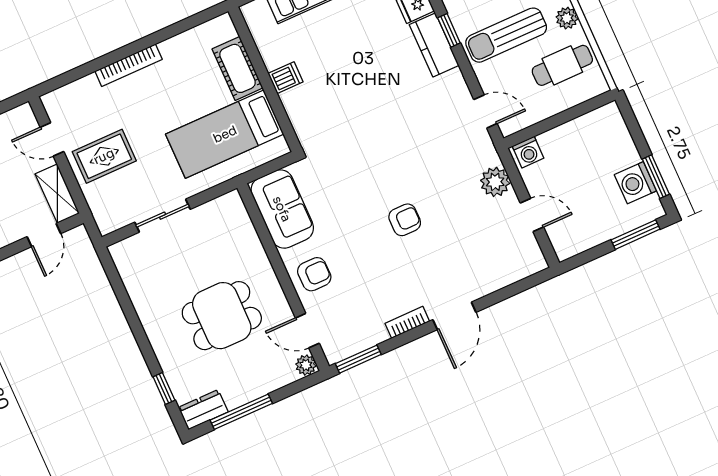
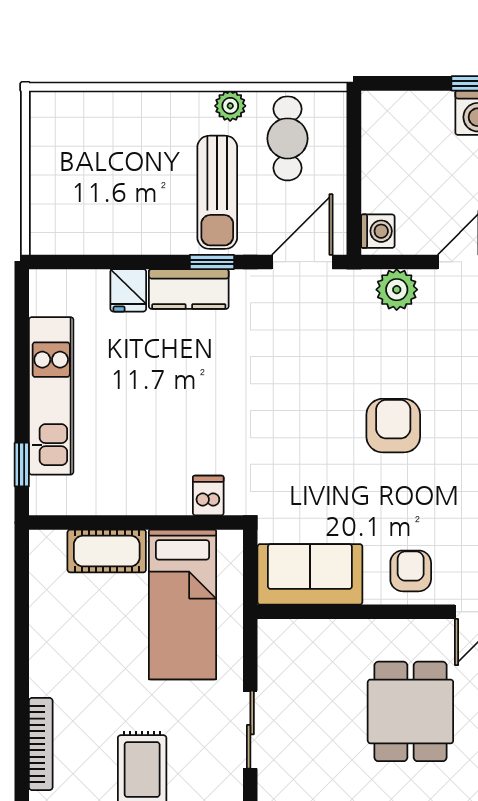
window: (449, 30) -> (212, 262), moved
bookcase: (129, 65) -> (41, 744), moved
dishwasher: (286, 78) -> (208, 496), moved
door: (485, 112) -> (302, 262), width x1.37
armchair: (405, 220) -> (393, 426), width x1.38, depth x1.38

